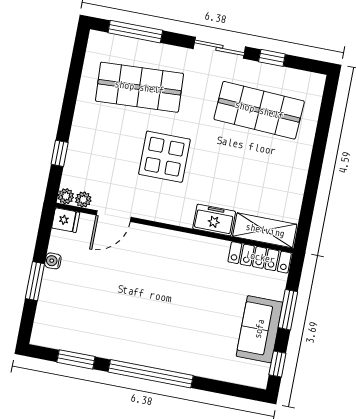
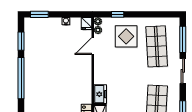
sliding door: (219, 48) -> (183, 71), moved
display table: (164, 157) -> (126, 36), moved
door: (114, 216) -> (93, 46), hinge flipped
window: (35, 281) -> (39, 14), moved

